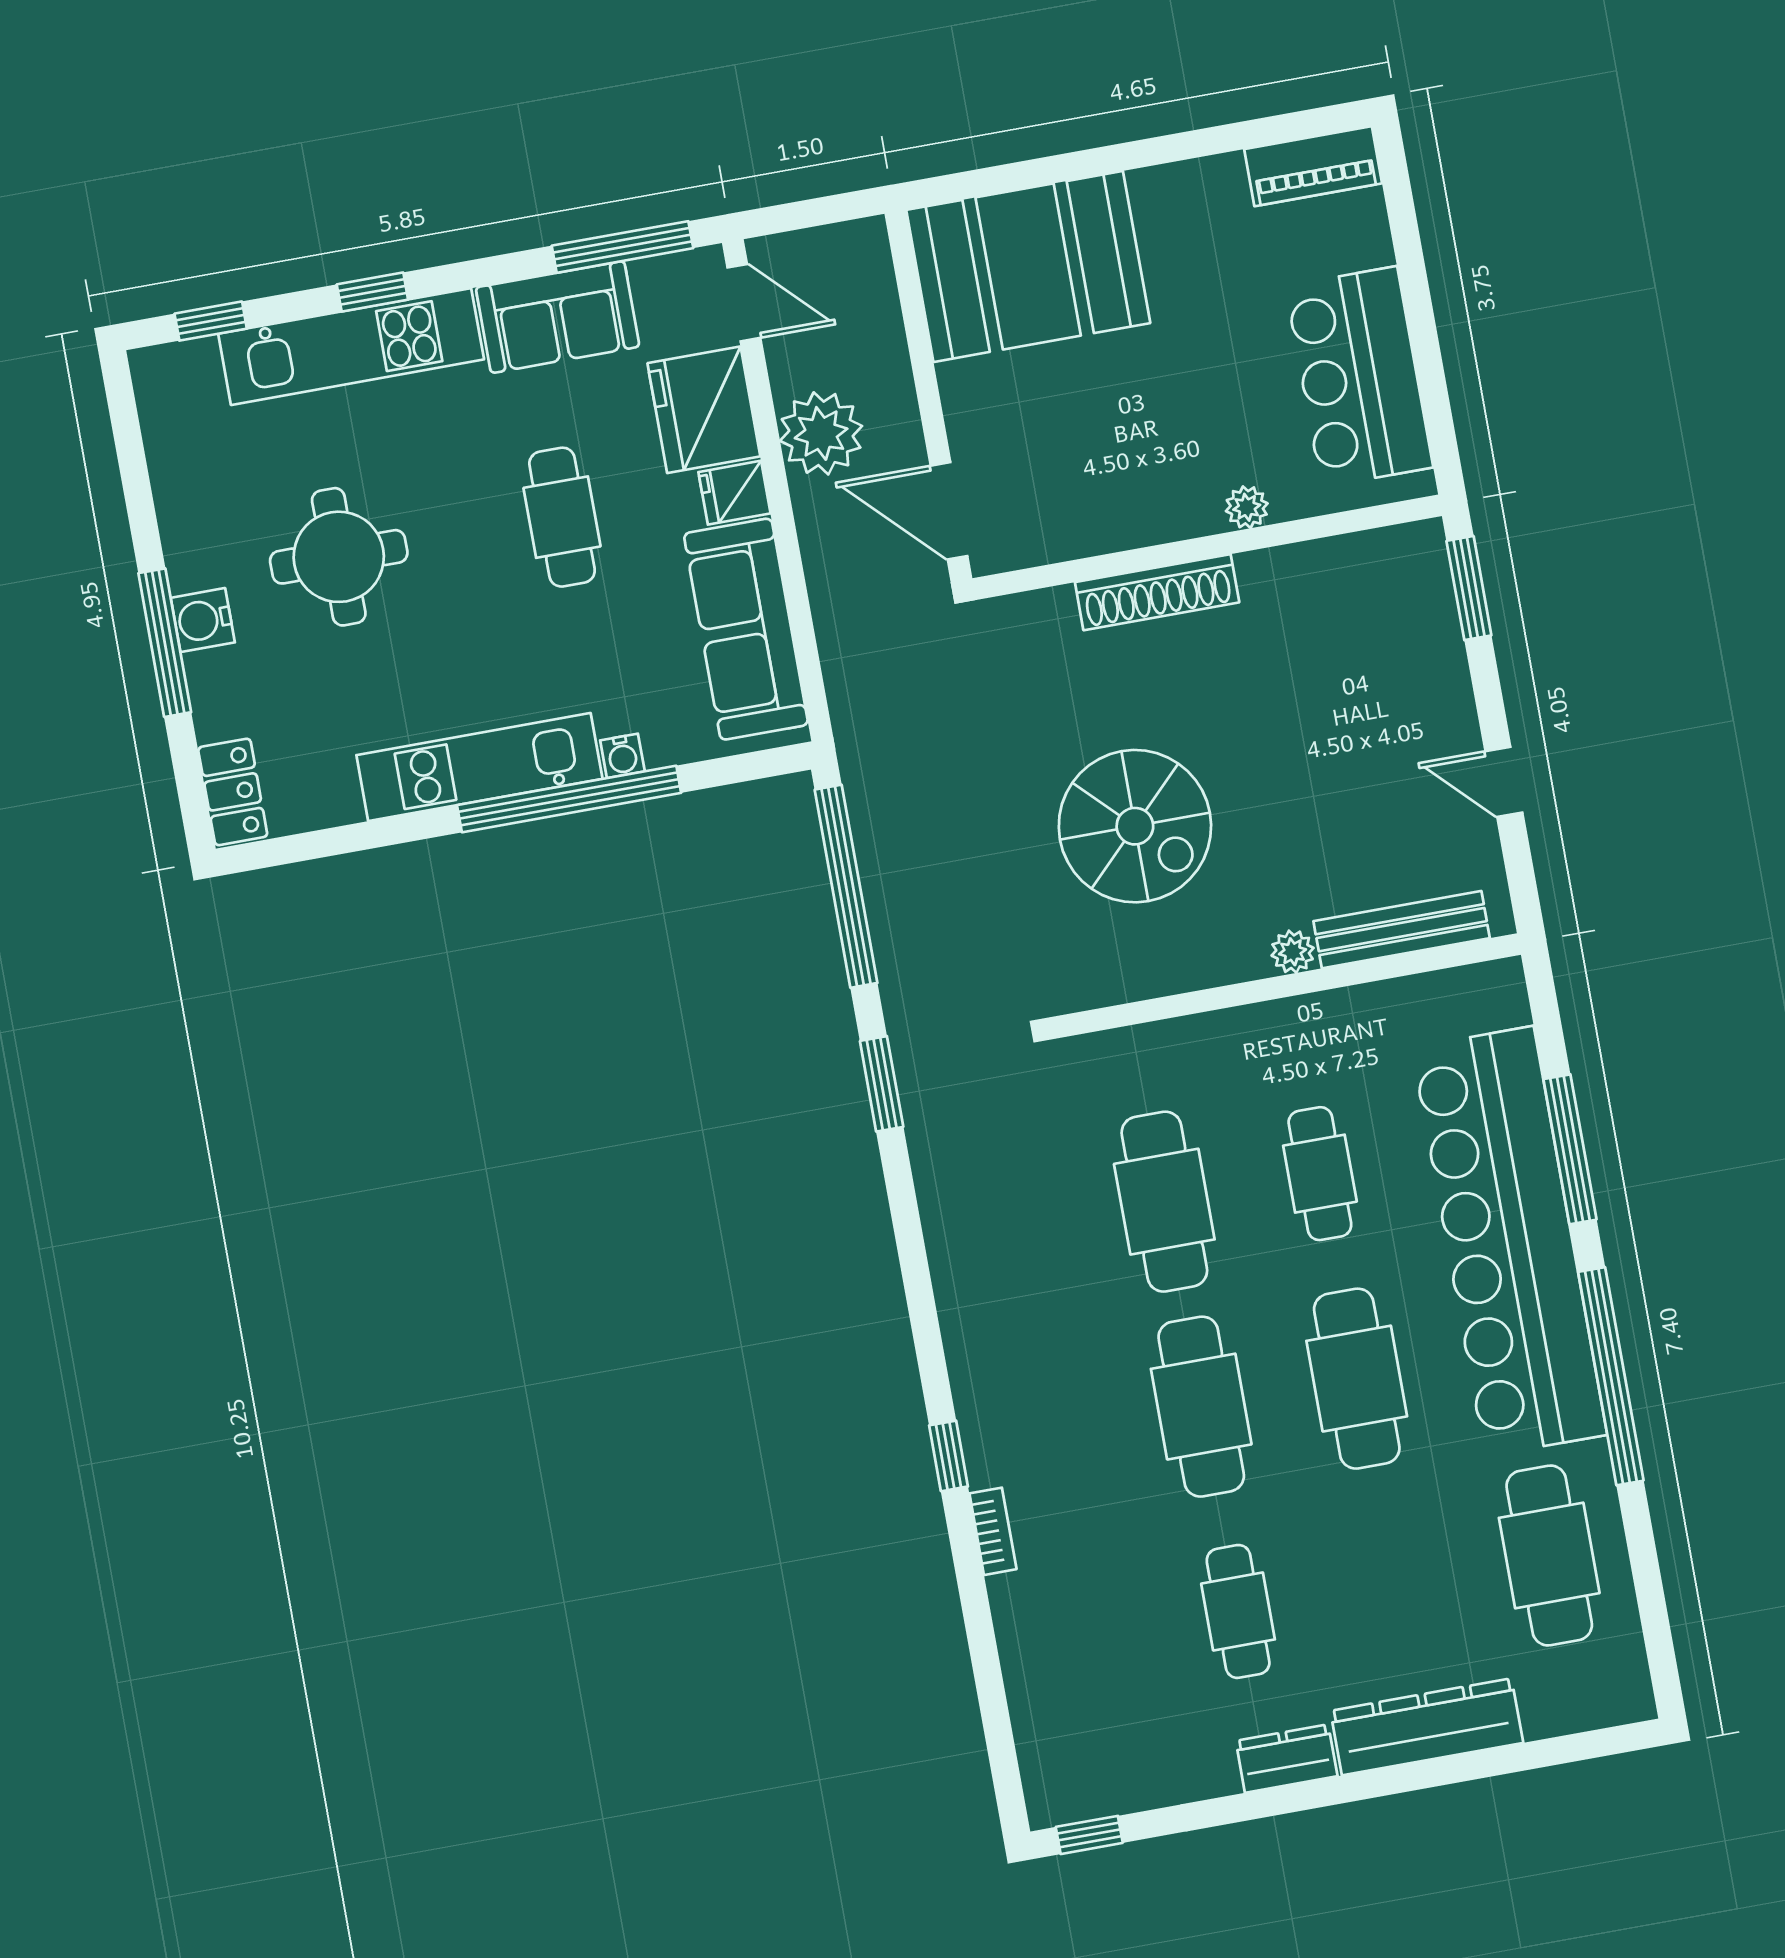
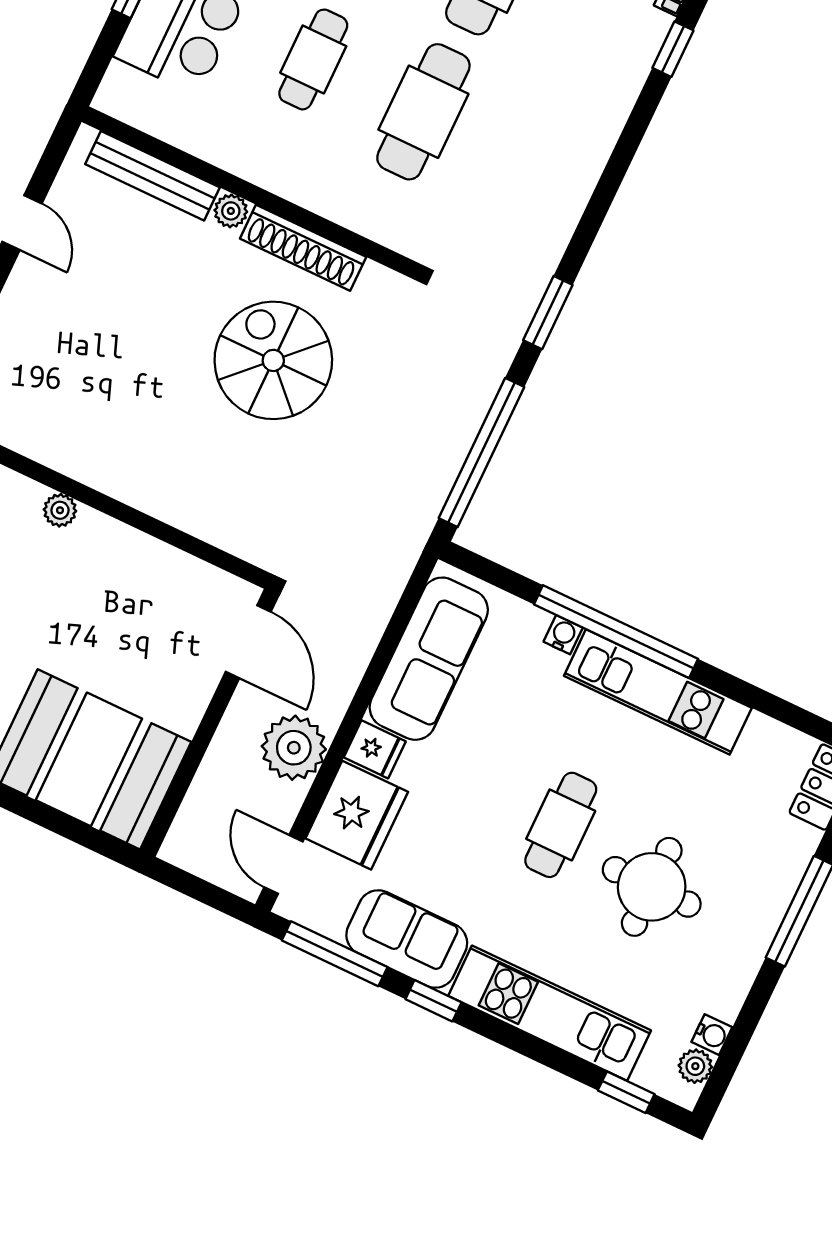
window: (372, 292) -> (433, 1001), moved
plant: (157, 401) -> (695, 1066), added
cafe table: (562, 517) -> (561, 825), moved
shoe rack: (1157, 592) -> (303, 248), moved, turned 180
water cooler: (203, 620) -> (712, 1035), moved, width x0.72, depth x0.72

